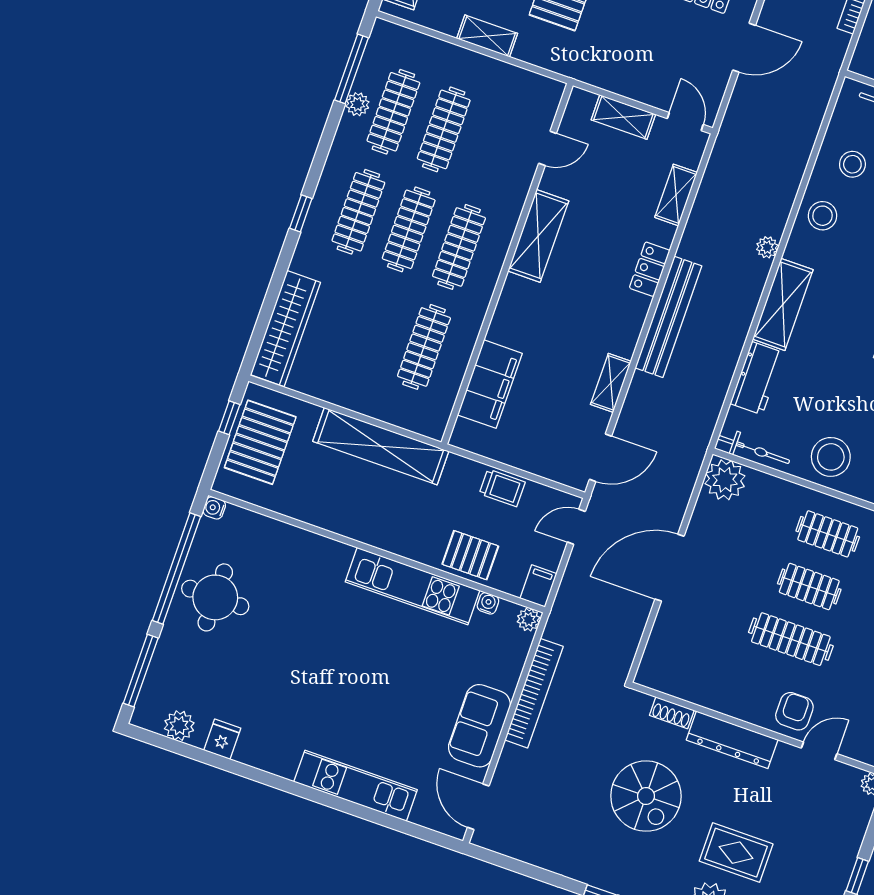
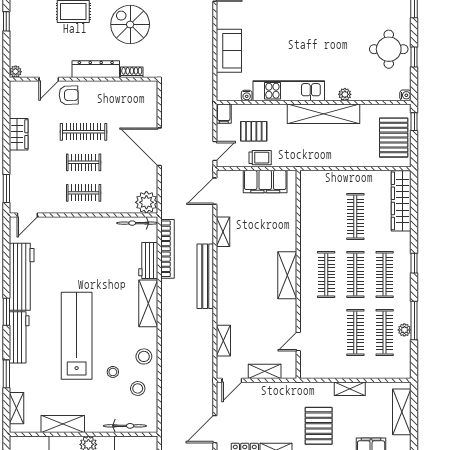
window: (351, 69) -> (414, 321), moved
door: (685, 122) -> (232, 380), hinge flipped
shelving: (538, 236) -> (287, 275), moved
plant: (767, 247) -> (167, 330), removed
locker: (650, 269) -> (224, 298), removed
clothes rail: (424, 347) -> (355, 216), moved
filing cabinet: (490, 384) -> (265, 182), moved, turned -90
window: (229, 418) -> (414, 122), moved
shelving: (381, 446) -> (324, 114), moved
stool: (831, 457) -> (96, 233), removed
trolley: (502, 488) -> (260, 158), turned 180
pallet: (470, 555) -> (254, 131), moved
door: (670, 568) -> (159, 147), swing flipped
window: (176, 569) -> (414, 57), width x0.32
plant: (529, 620) -> (345, 94), moved
bookcase: (534, 693) -> (167, 249), moved, turned 180
armchair: (794, 711) -> (69, 95), turned -92
sofa: (479, 726) -> (229, 51), moved

